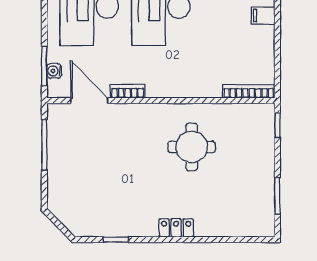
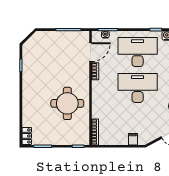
round table: (192, 147) -> (67, 103), width x1.36, depth x1.36
locker: (176, 228) -> (27, 136), moved

